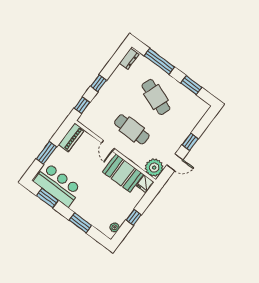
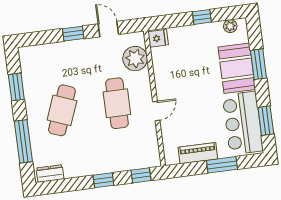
piano: (71, 137) -> (198, 153), moved
plant: (154, 168) -> (135, 59), moved
booth: (123, 173) -> (237, 68), moved

